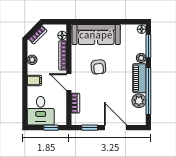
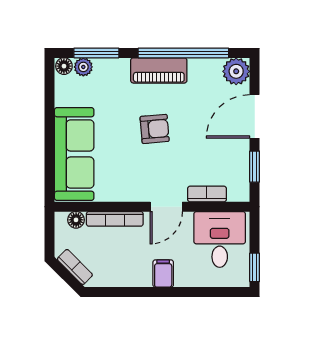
plant: (141, 58) -> (83, 67), moved
plant: (32, 60) -> (123, 278), removed
armchair: (98, 67) -> (155, 129), moved
plant: (139, 101) -> (236, 71), moved
desk: (41, 111) -> (220, 239), moved, turned -90
window: (51, 128) -> (255, 267), moved

